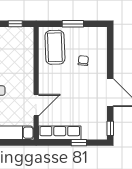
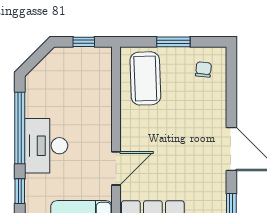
chair: (83, 61) -> (203, 69), moved

